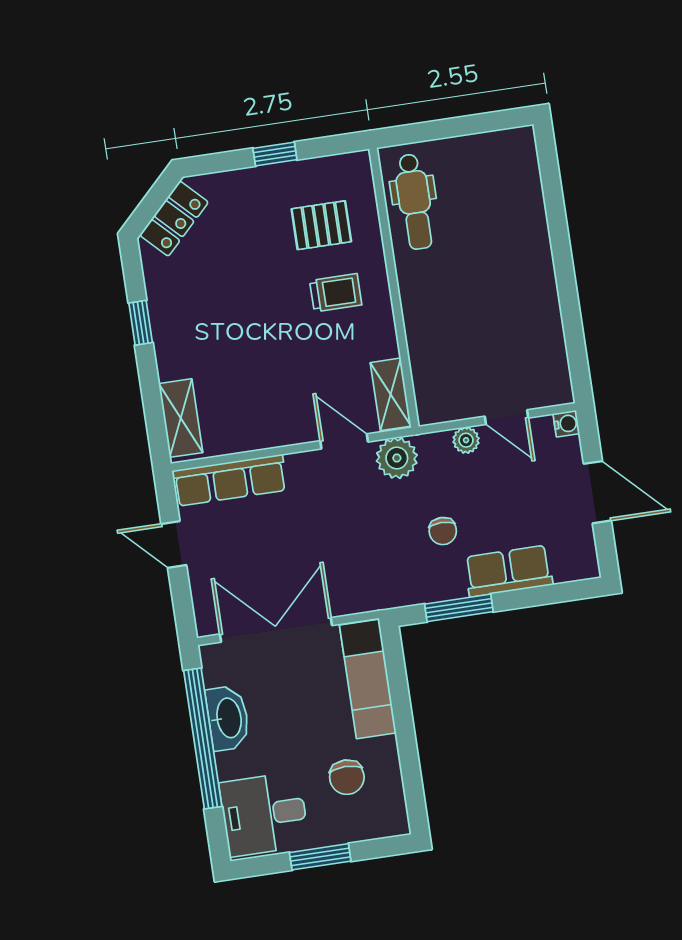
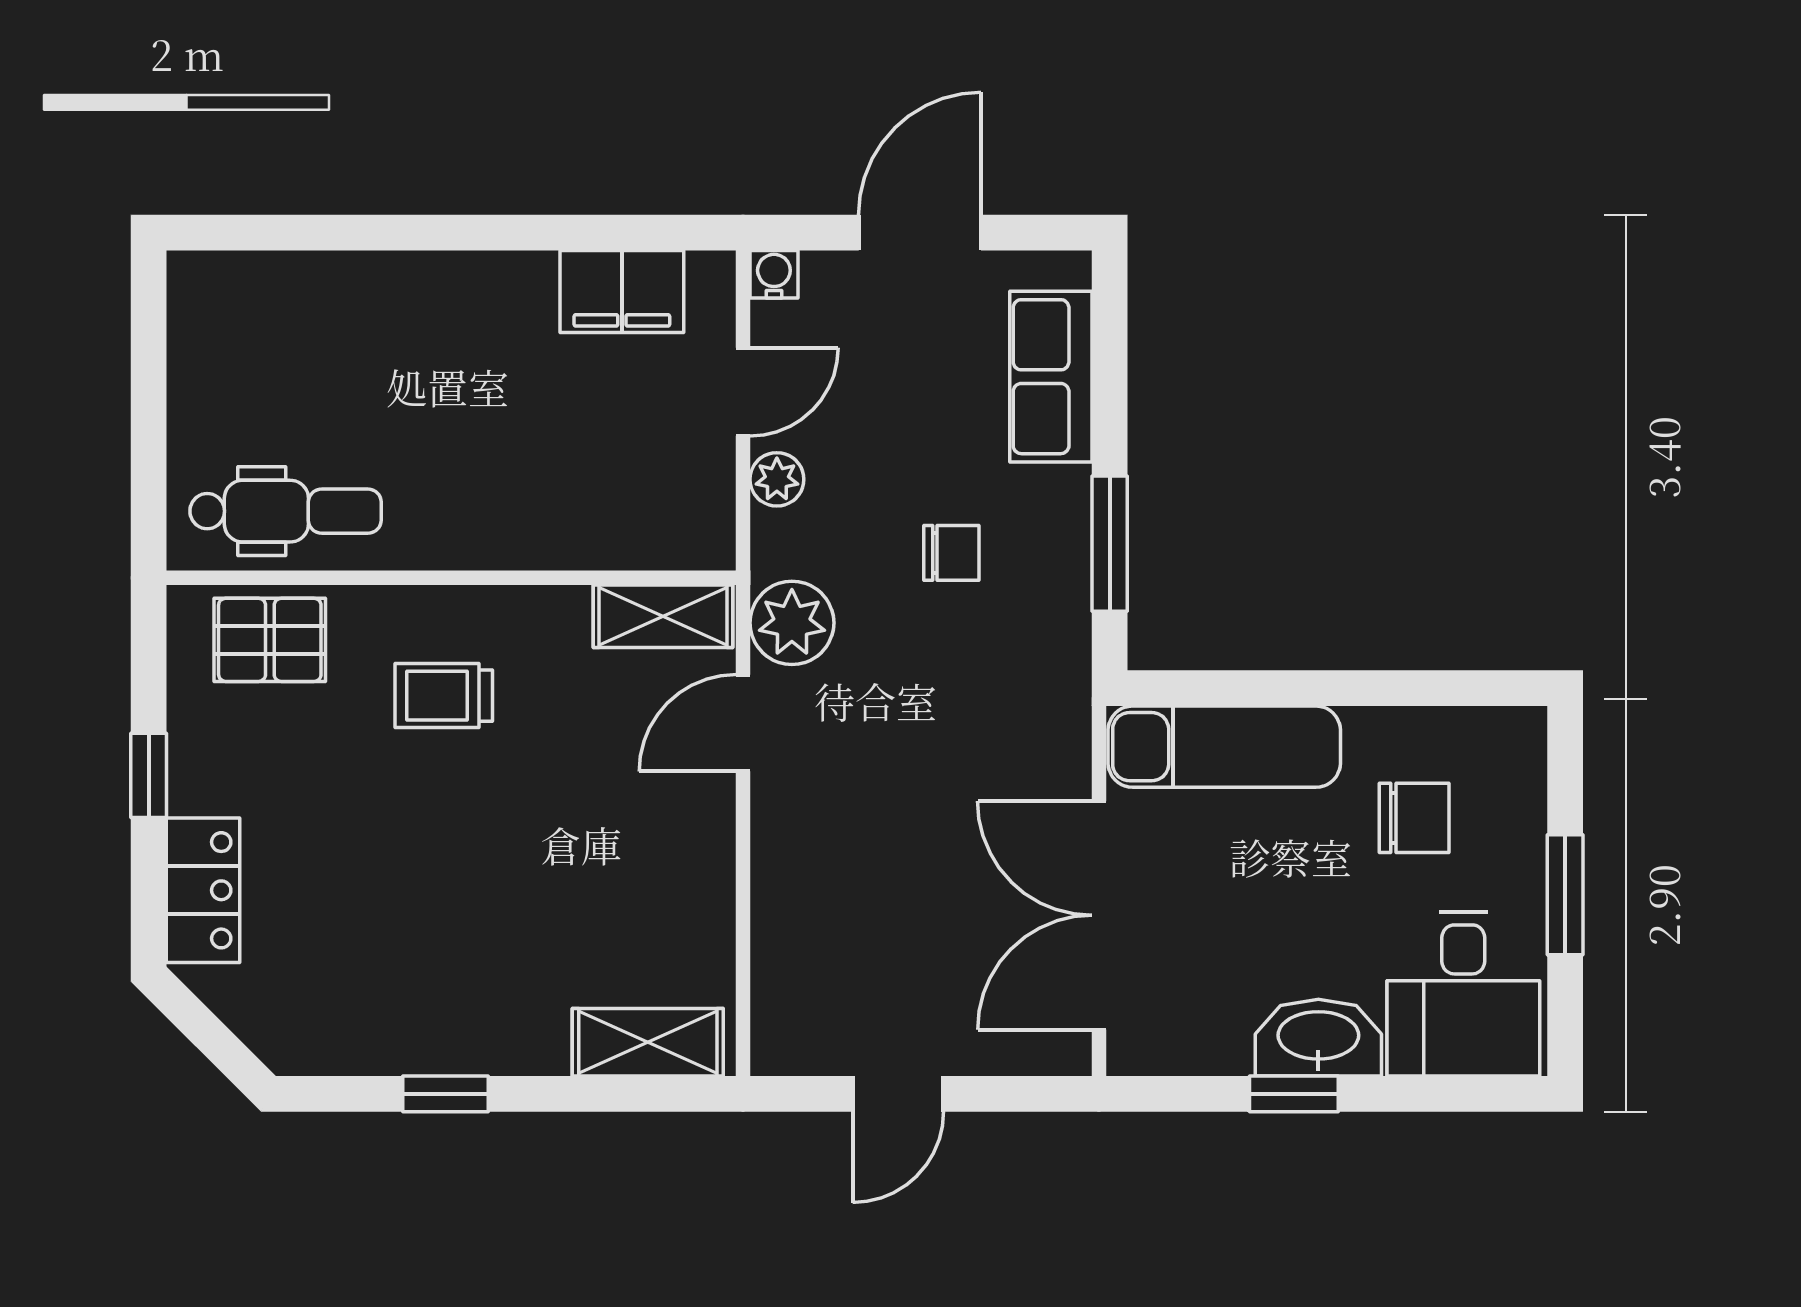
locker: (174, 219) -> (203, 890), moved, turned 45
pallet: (321, 225) -> (270, 640), moved, turned 90
trolley: (336, 293) -> (444, 696), turned -90
filing cabinet: (547, 350) -> (622, 292), added
row of seats: (230, 480) -> (787, 963), removed
row of seats: (508, 571) -> (1051, 377), moved
washbasin: (228, 718) -> (1318, 1038), moved
window: (203, 739) -> (1294, 1094), width x0.32

